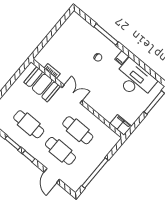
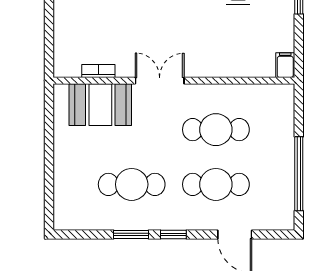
filing cabinet: (121, 125) -> (285, 65), width x0.50

